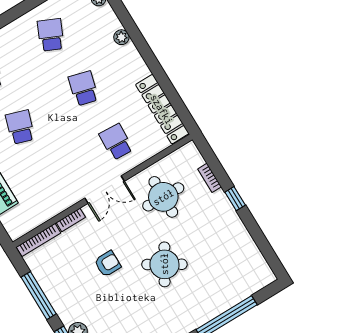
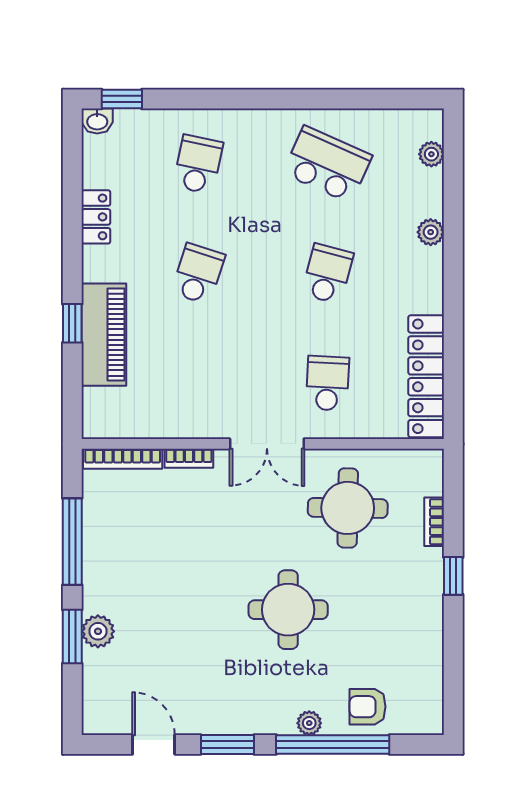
school desk: (51, 35) -> (327, 164), width x1.85
armchair: (108, 264) -> (368, 707), moved, turned 180
round table: (164, 264) -> (288, 610), turned -31
plant: (209, 314) -> (309, 723), added

